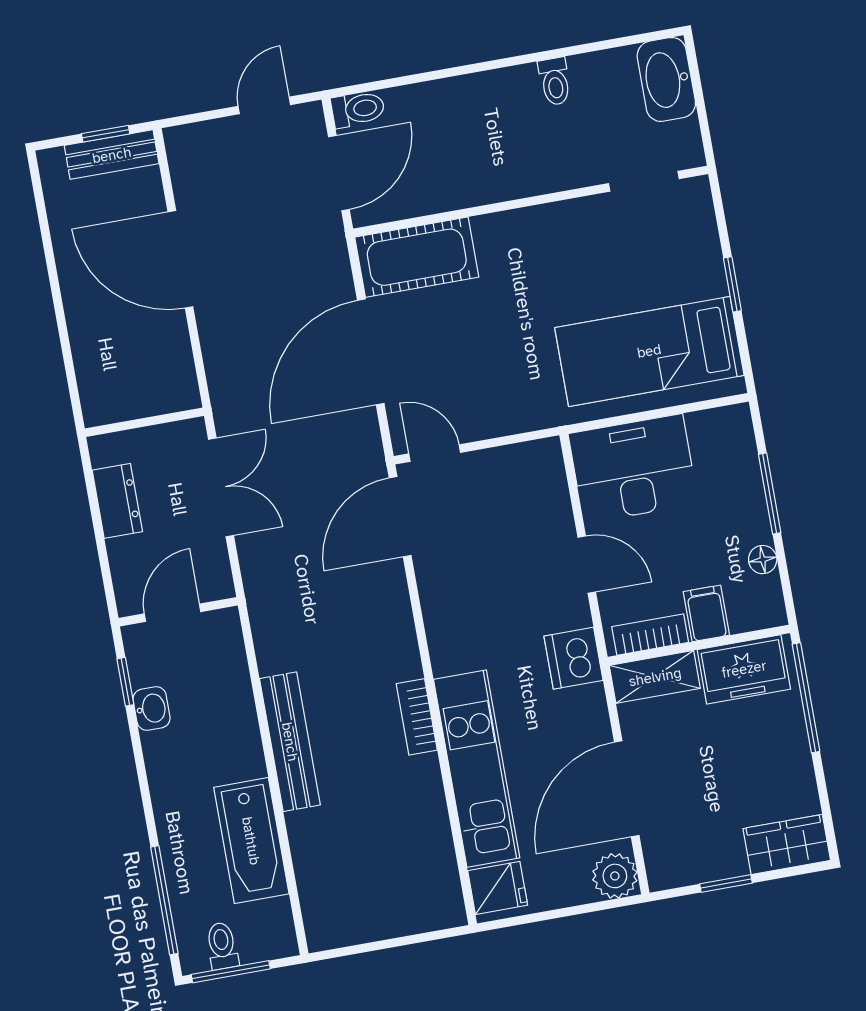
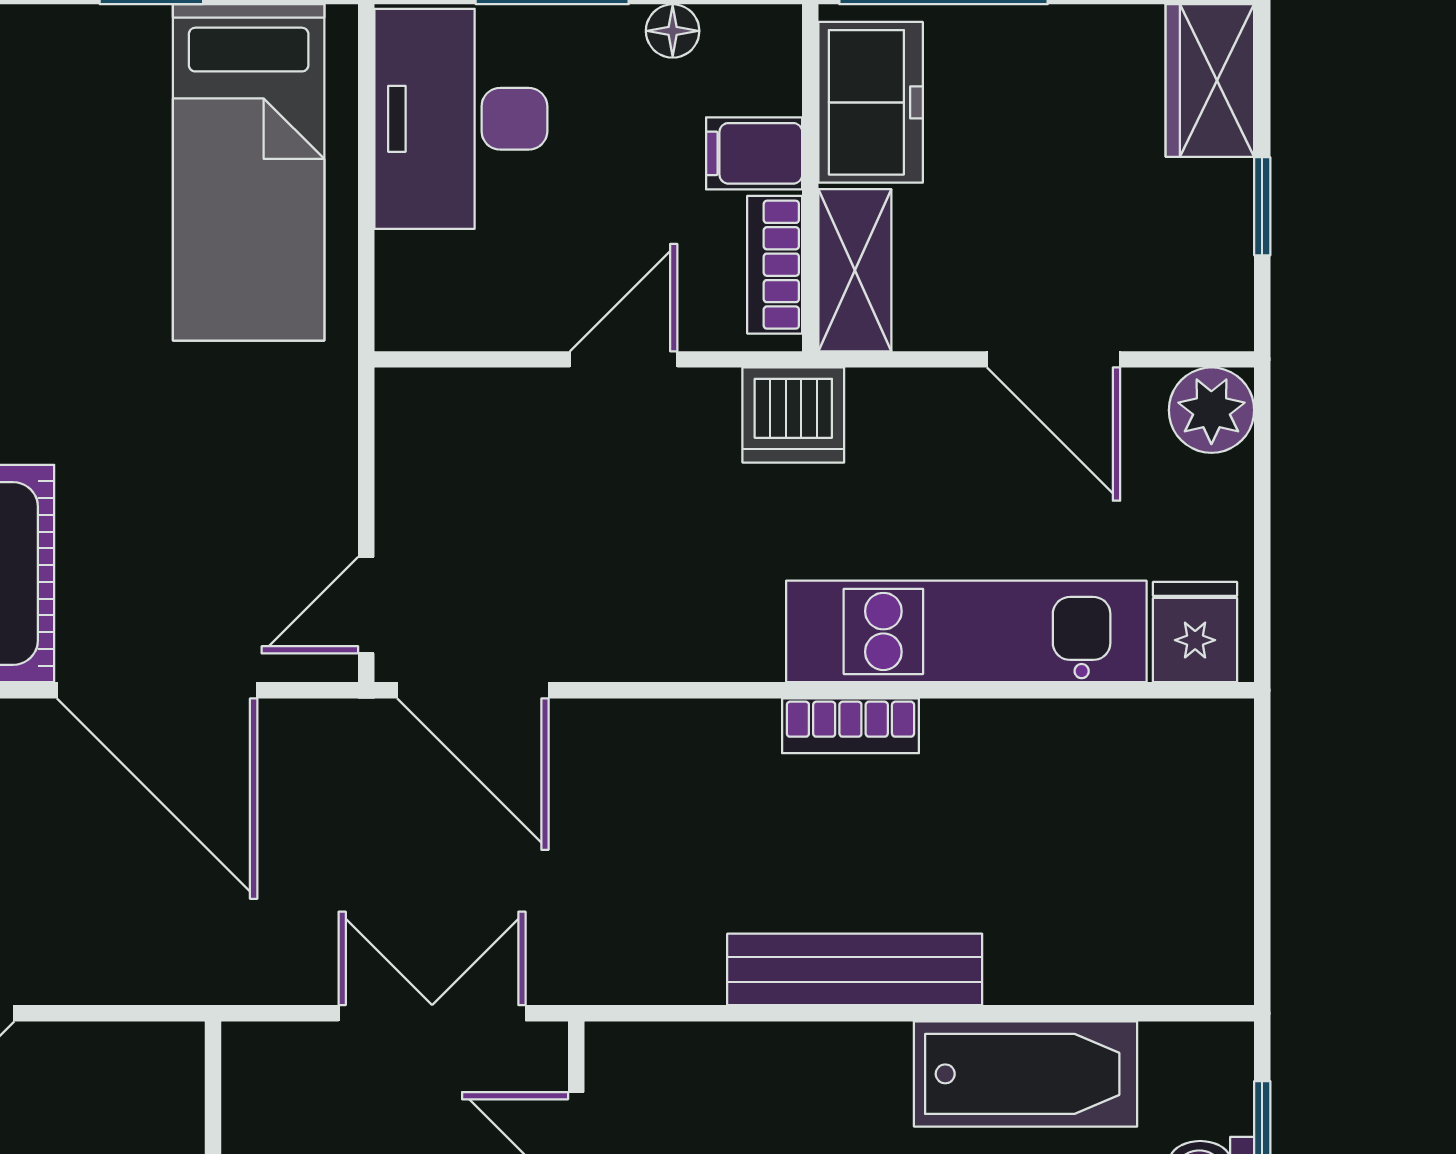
desk: (633, 469) -> (461, 119), moved
double door: (221, 487) -> (432, 1013), moved
door: (627, 789) -> (1054, 359), width x0.73

